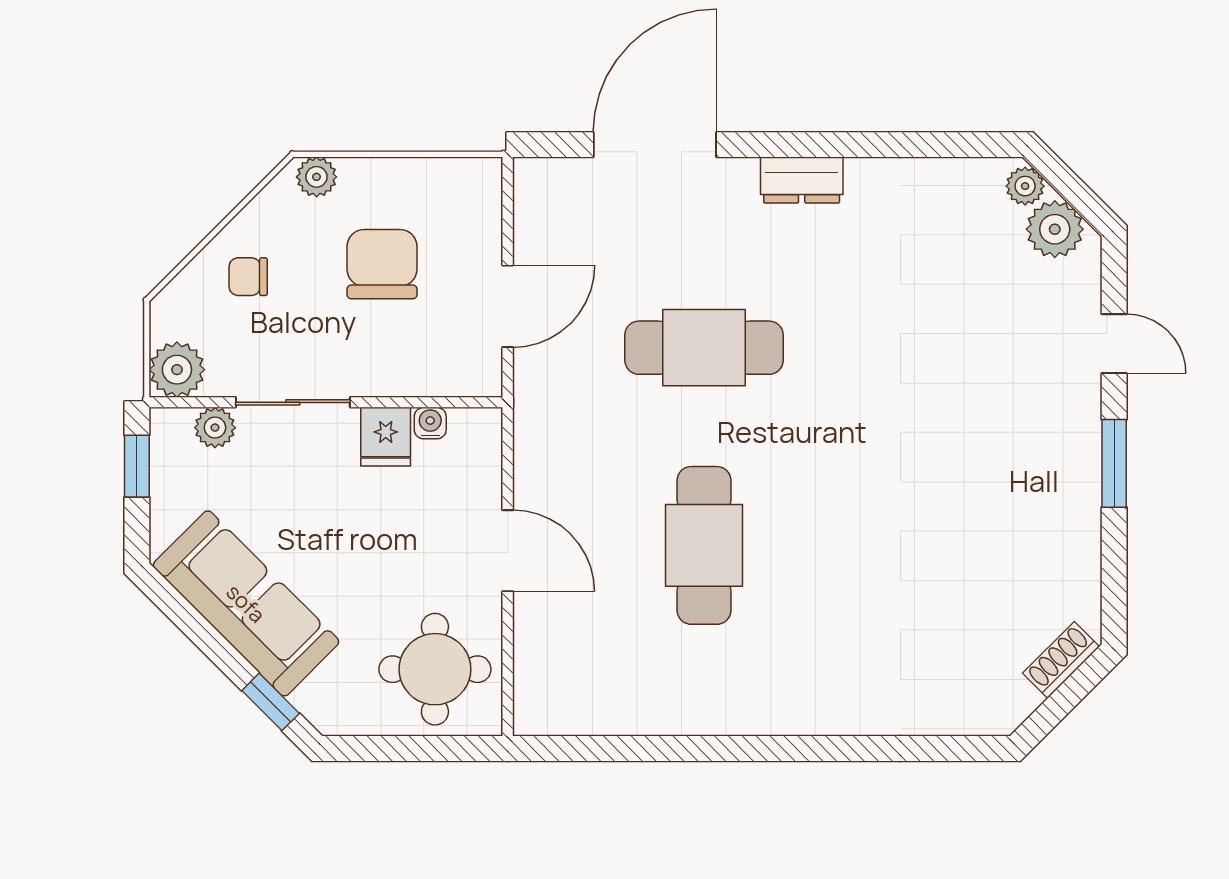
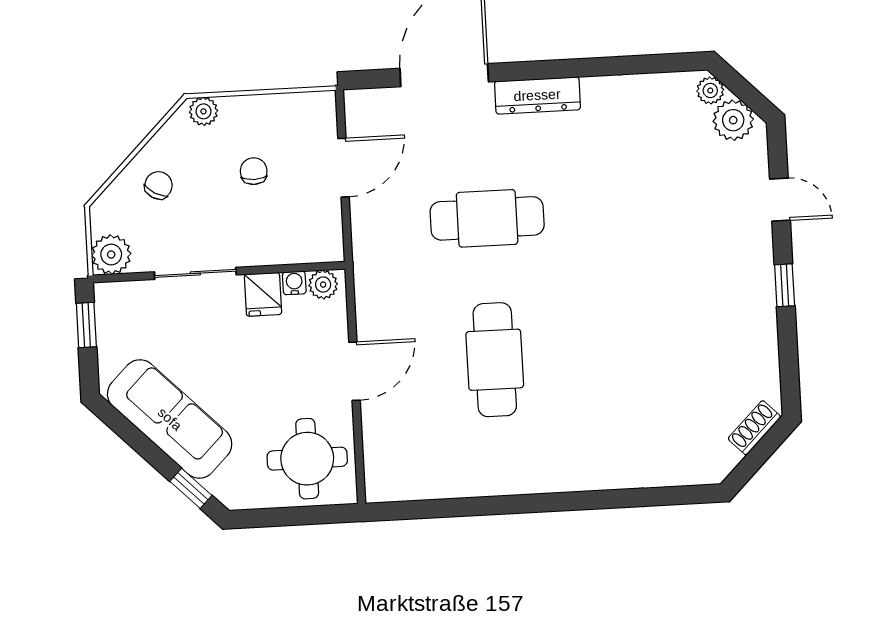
dresser: (802, 180) -> (537, 95), width x1.44
chair: (382, 264) -> (254, 171), width x0.54, depth x0.54
chair: (248, 277) -> (159, 185), turned 120
door: (508, 306) -> (344, 168), moved
plant: (215, 428) -> (323, 285), moved
window: (1114, 463) -> (785, 285), width x0.67
door: (508, 551) -> (355, 371), hinge flipped

